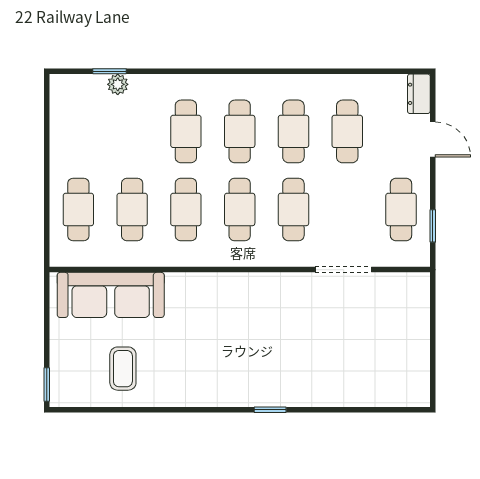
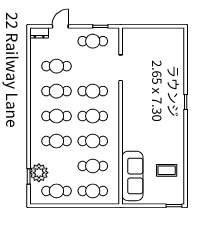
plant: (118, 84) -> (39, 173), width x1.88, depth x1.88
cafe table: (78, 131) -> (56, 191), added

